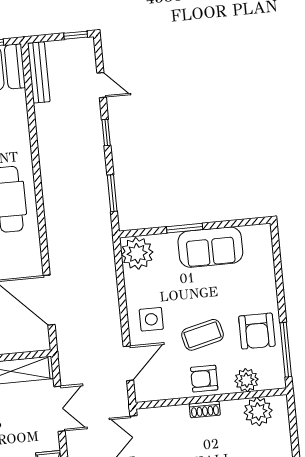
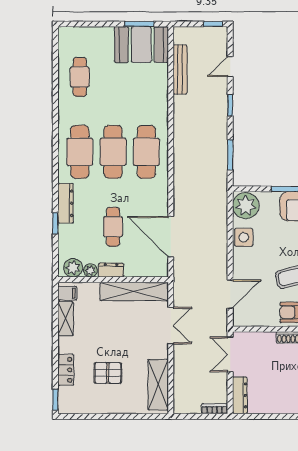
bench: (39, 72) -> (180, 70), moved
door: (102, 85) -> (230, 67), swing flipped
side table: (151, 319) -> (244, 237), moved

